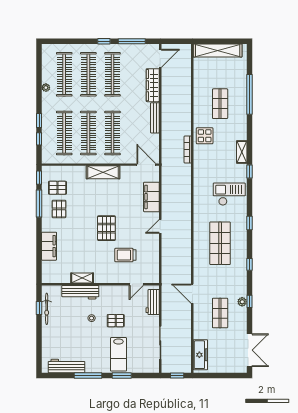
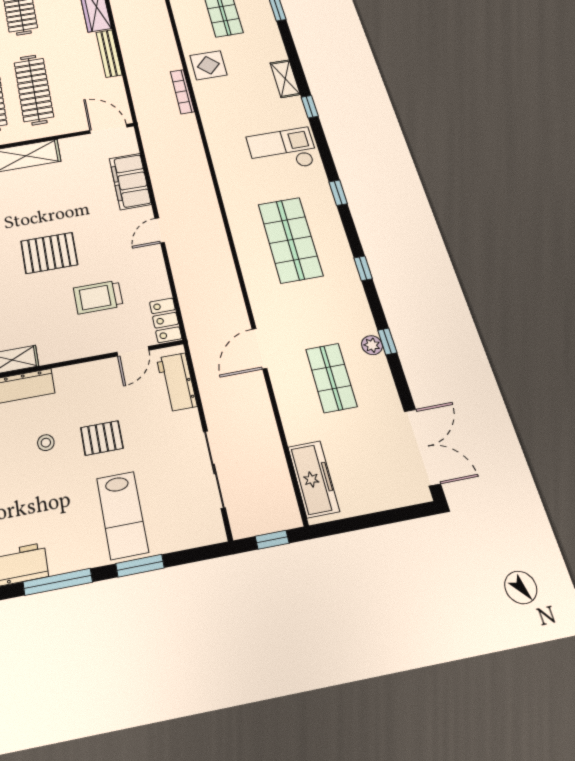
pallet: (106, 228) -> (49, 253), turned 90
locker: (154, 272) -> (166, 320), added
door: (192, 294) -> (259, 349), hinge flipped

